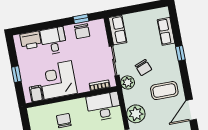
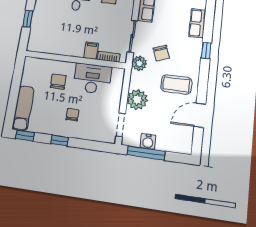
corner desk: (58, 80) -> (67, 38), removed
filing cabinet: (36, 93) -> (91, 51), moved
desk: (104, 106) -> (92, 79), moved

